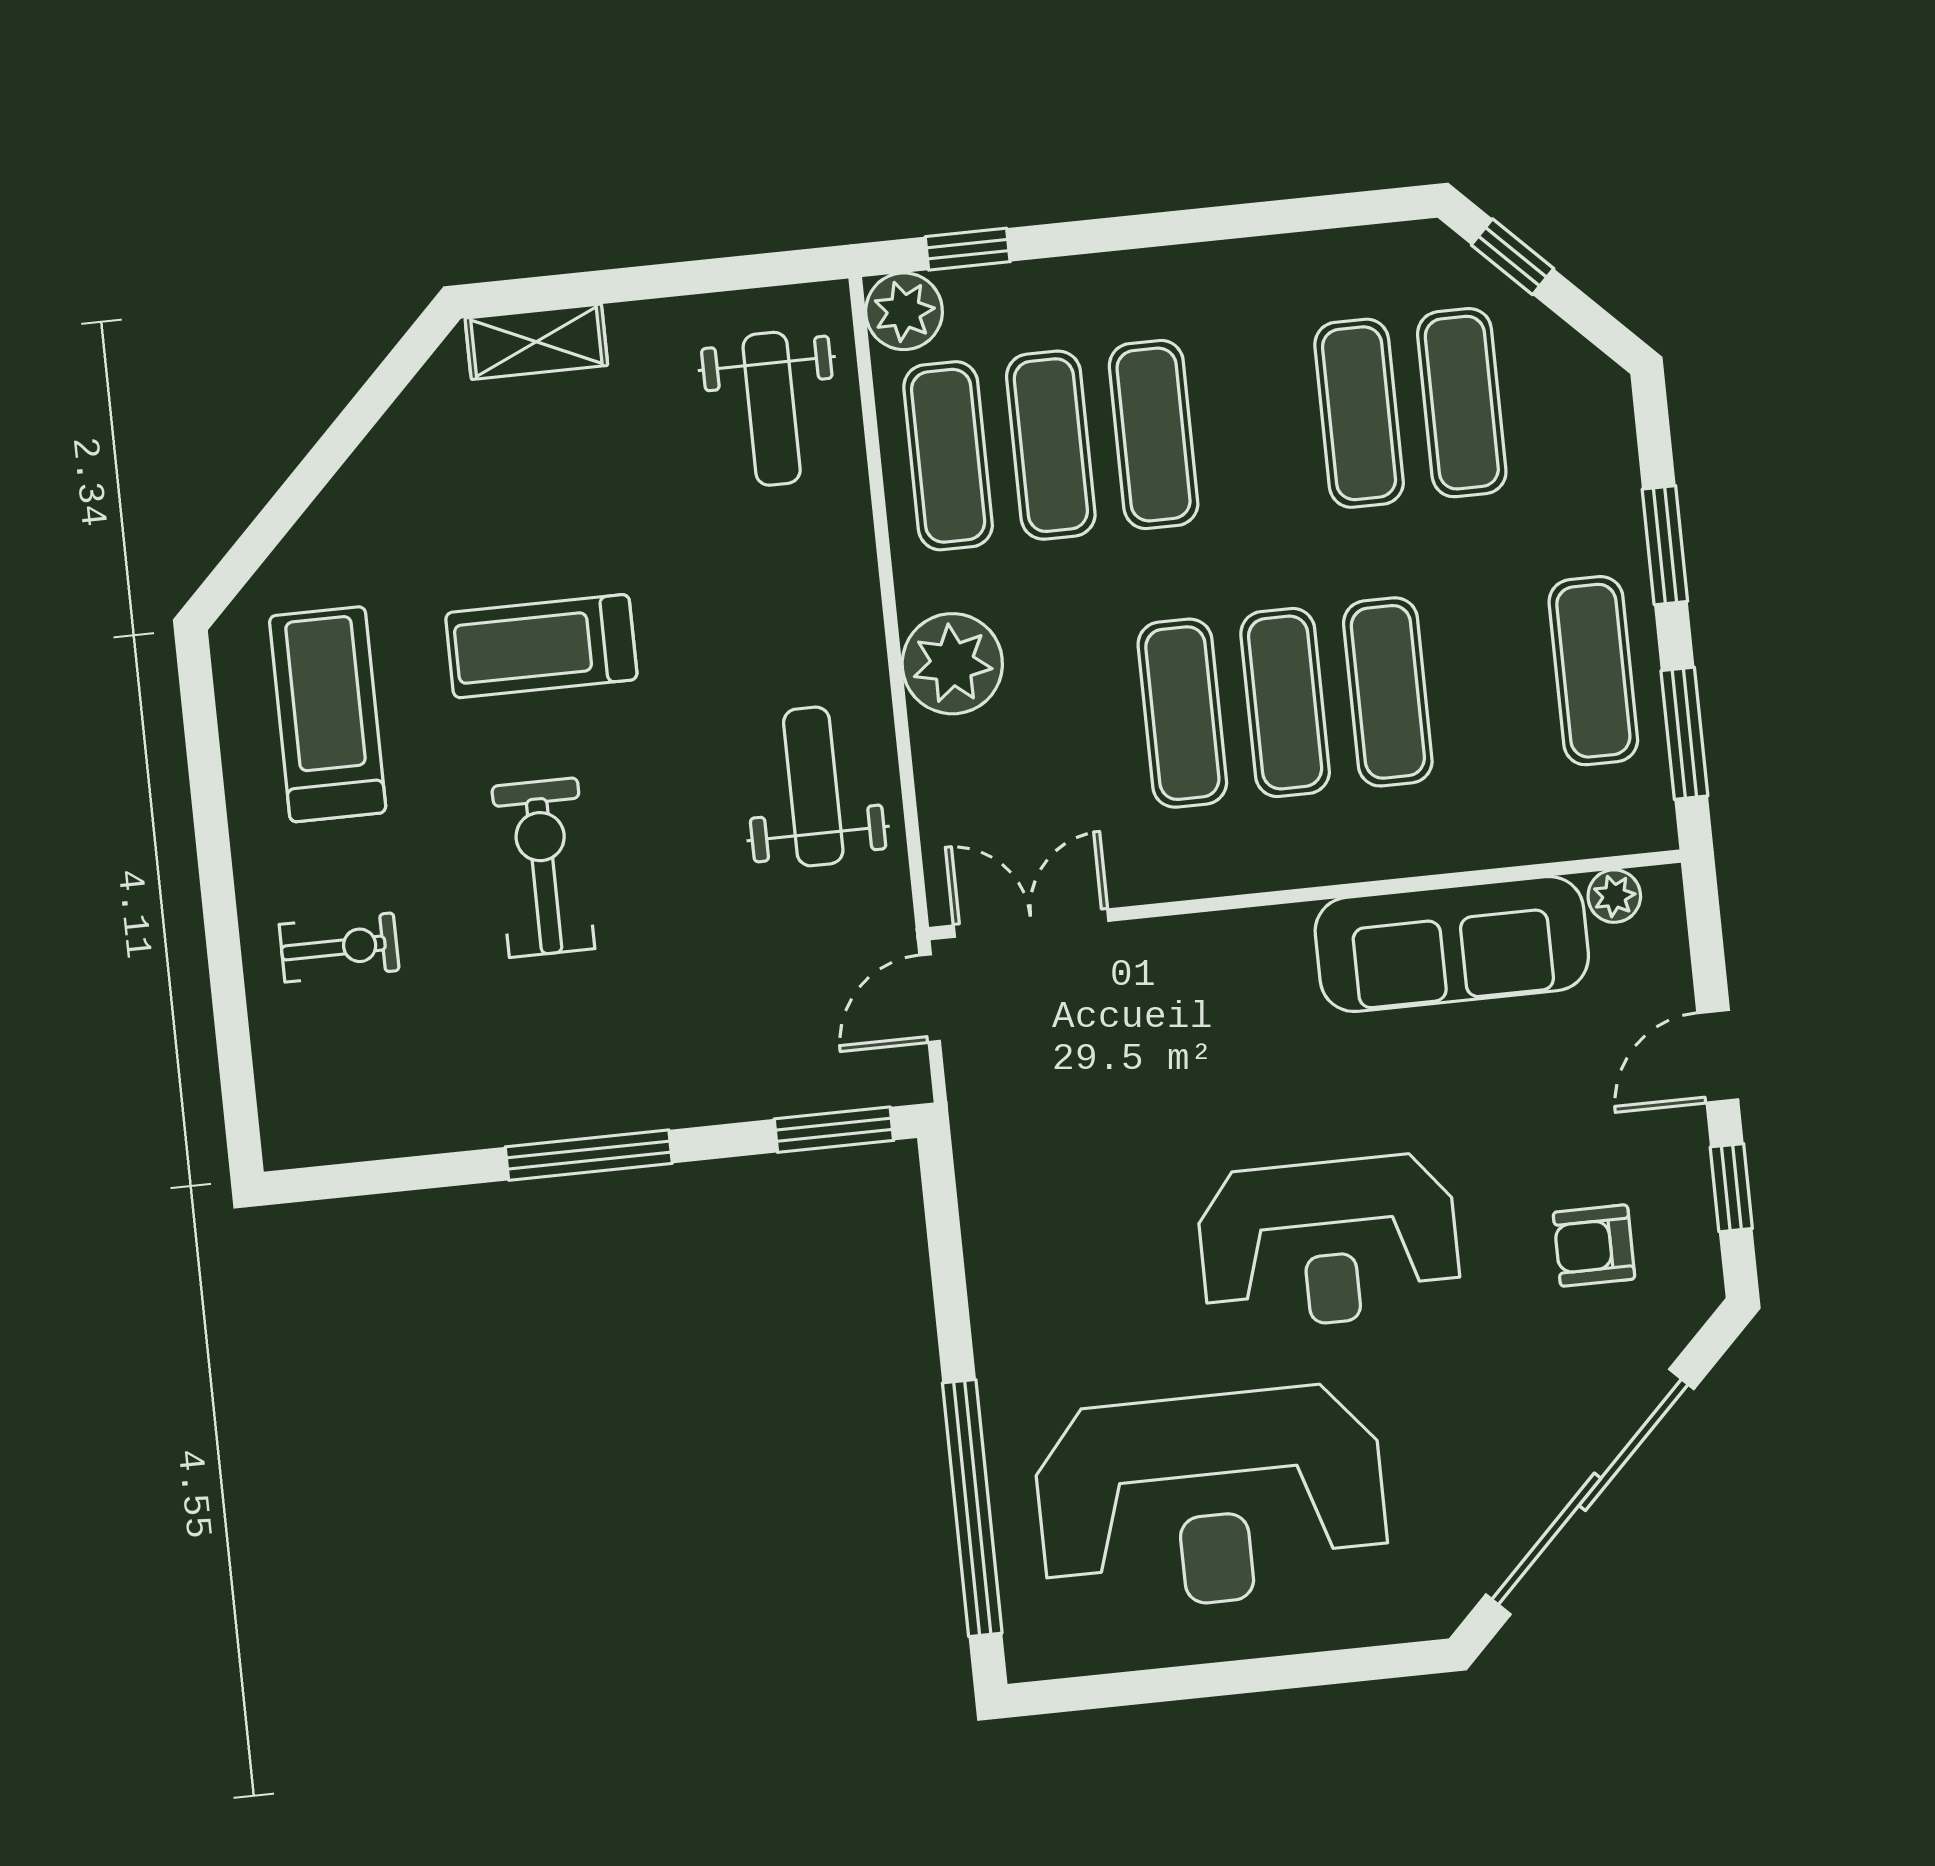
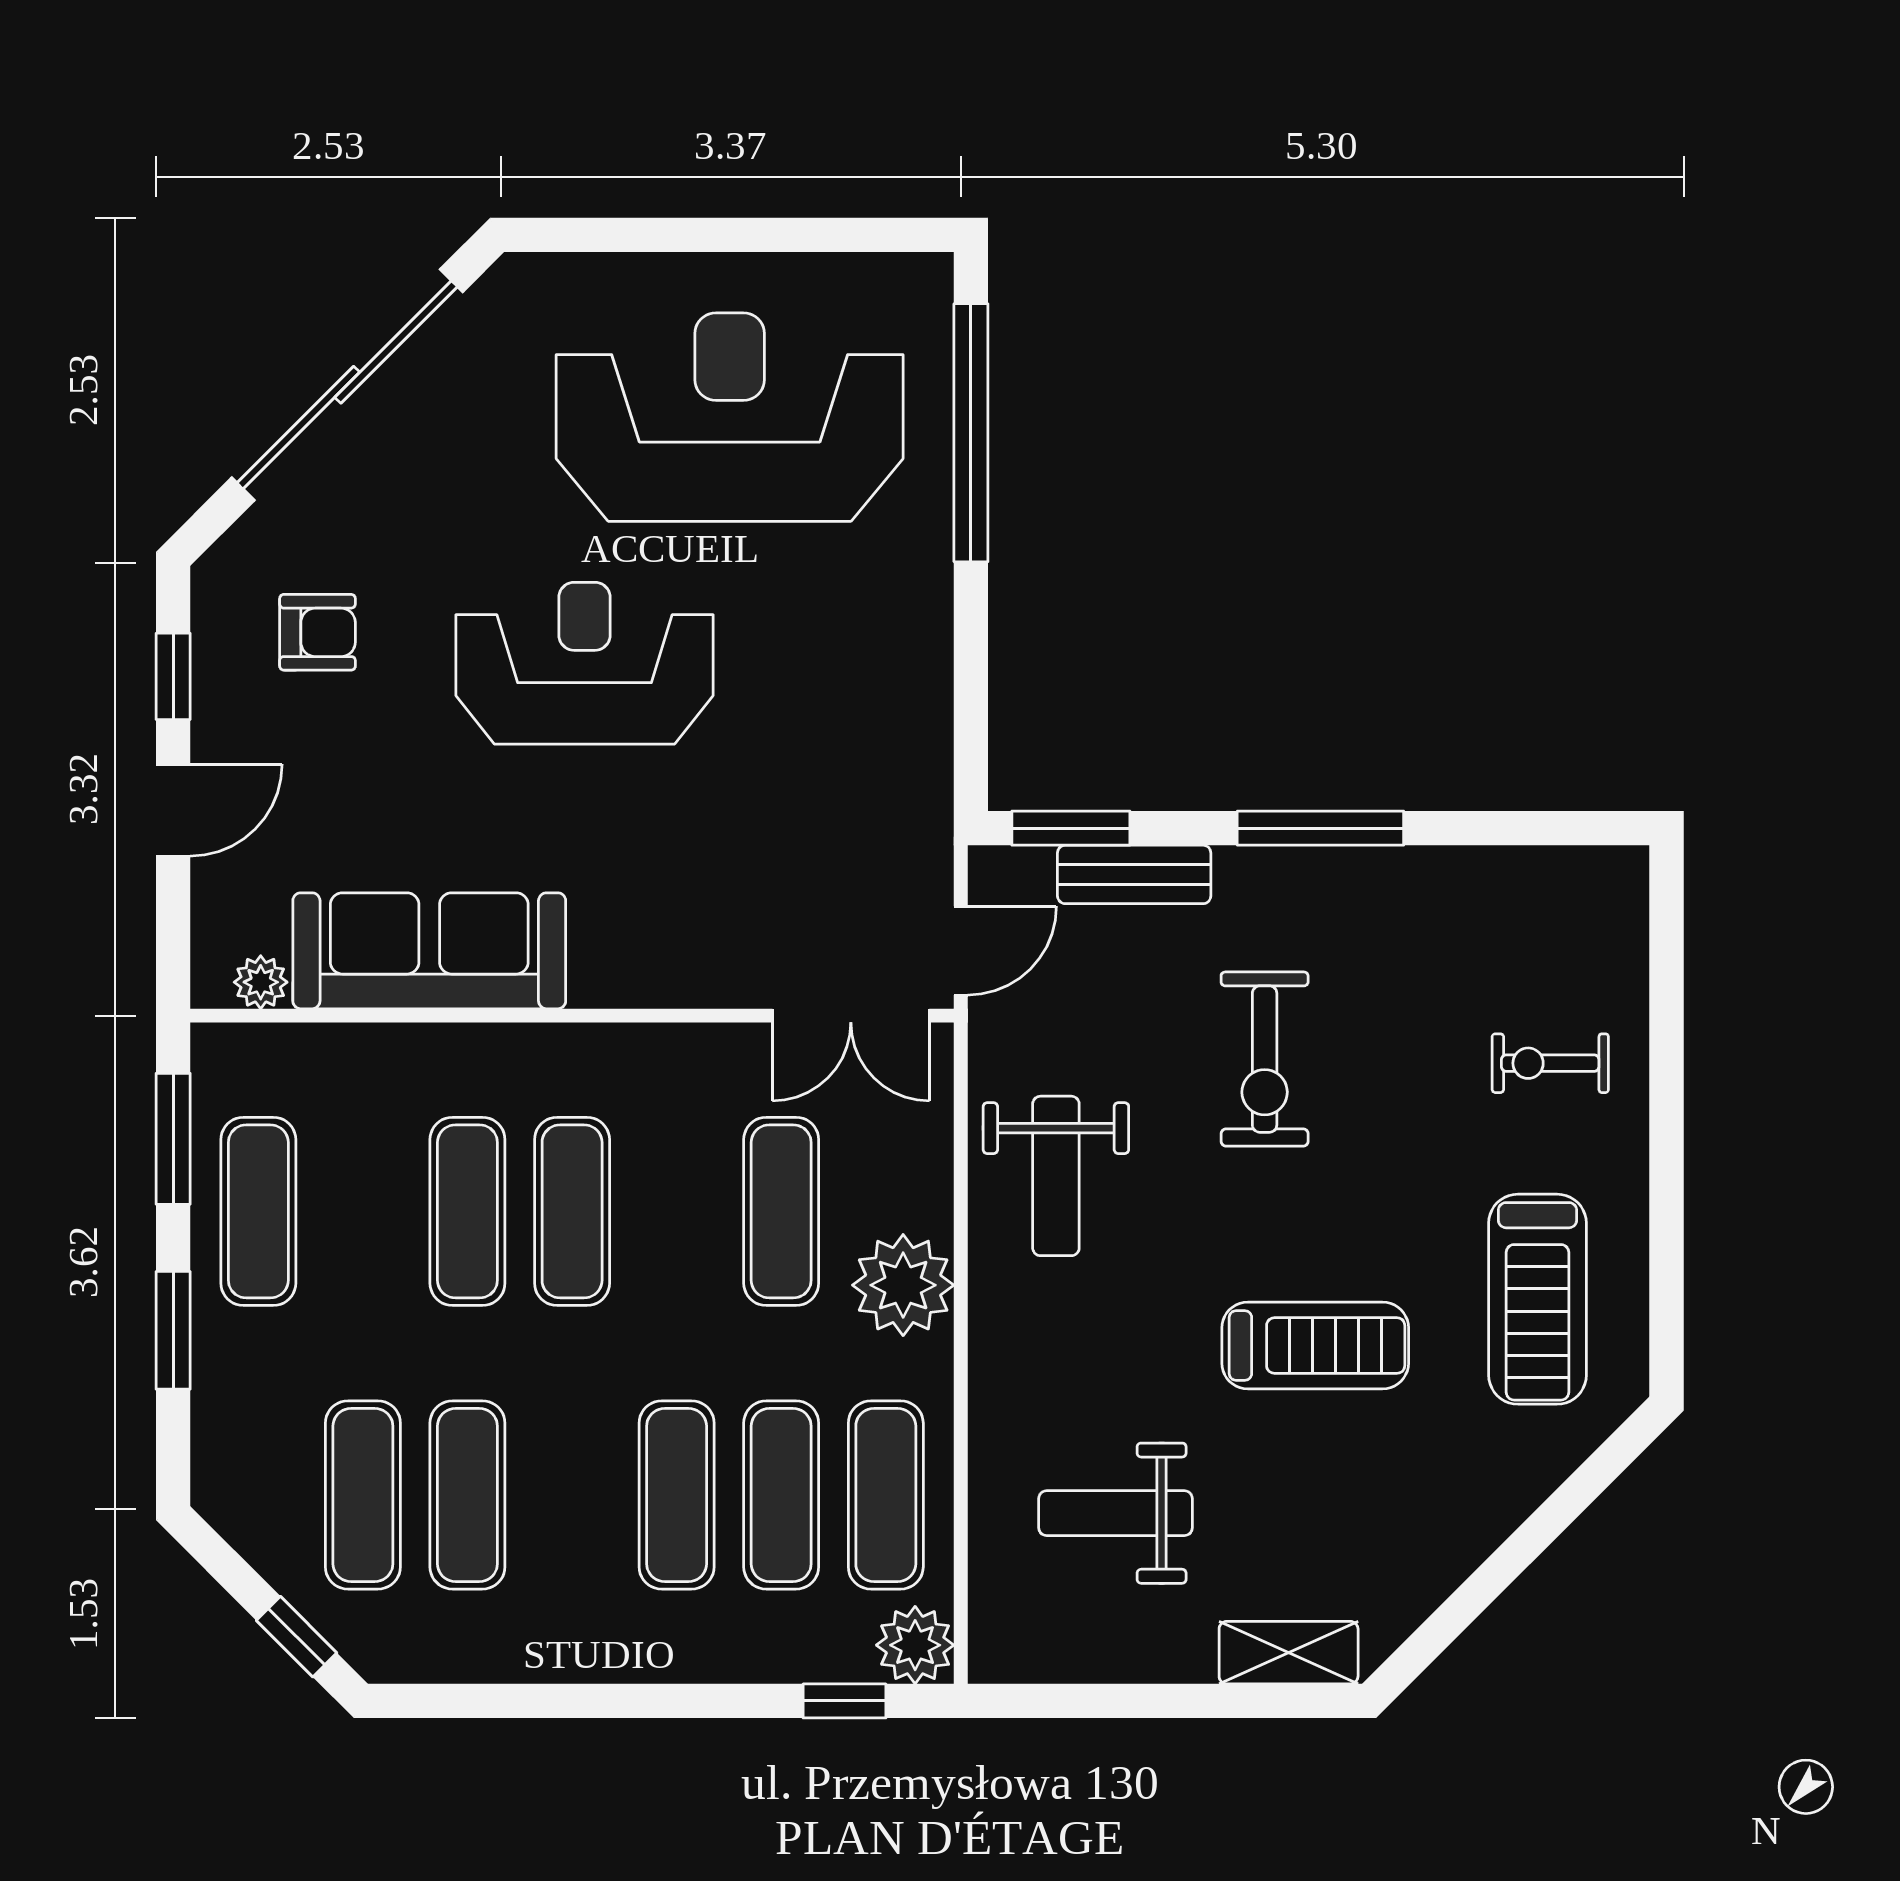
weight bench: (772, 409) -> (1115, 1513), moved, turned -90
exercise mat: (1182, 713) -> (781, 1211), moved
exercise bike: (543, 868) -> (1265, 1059), moved
bench: (767, 1091) -> (1134, 874), added

